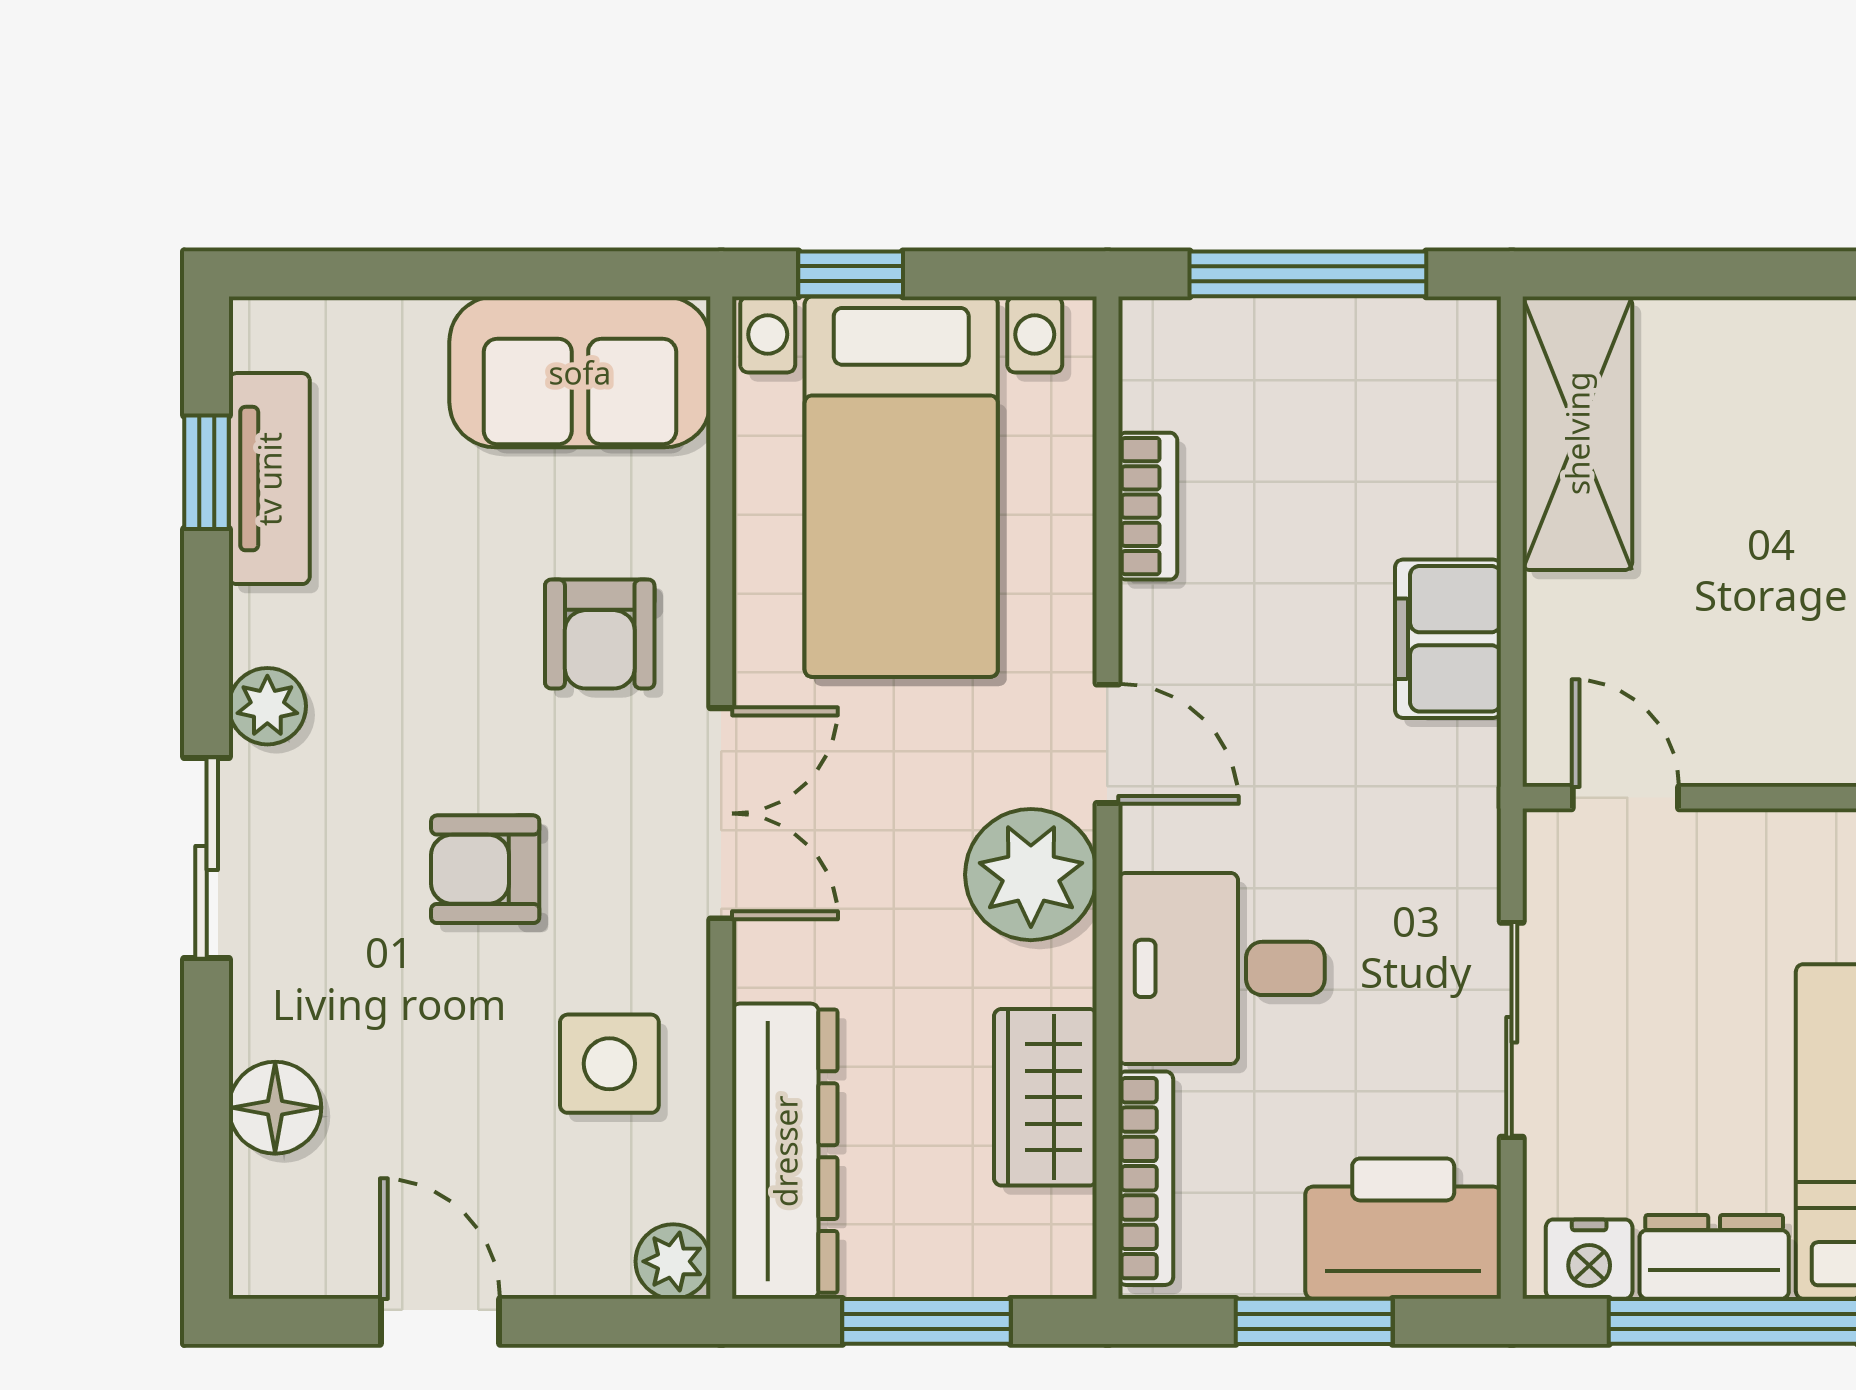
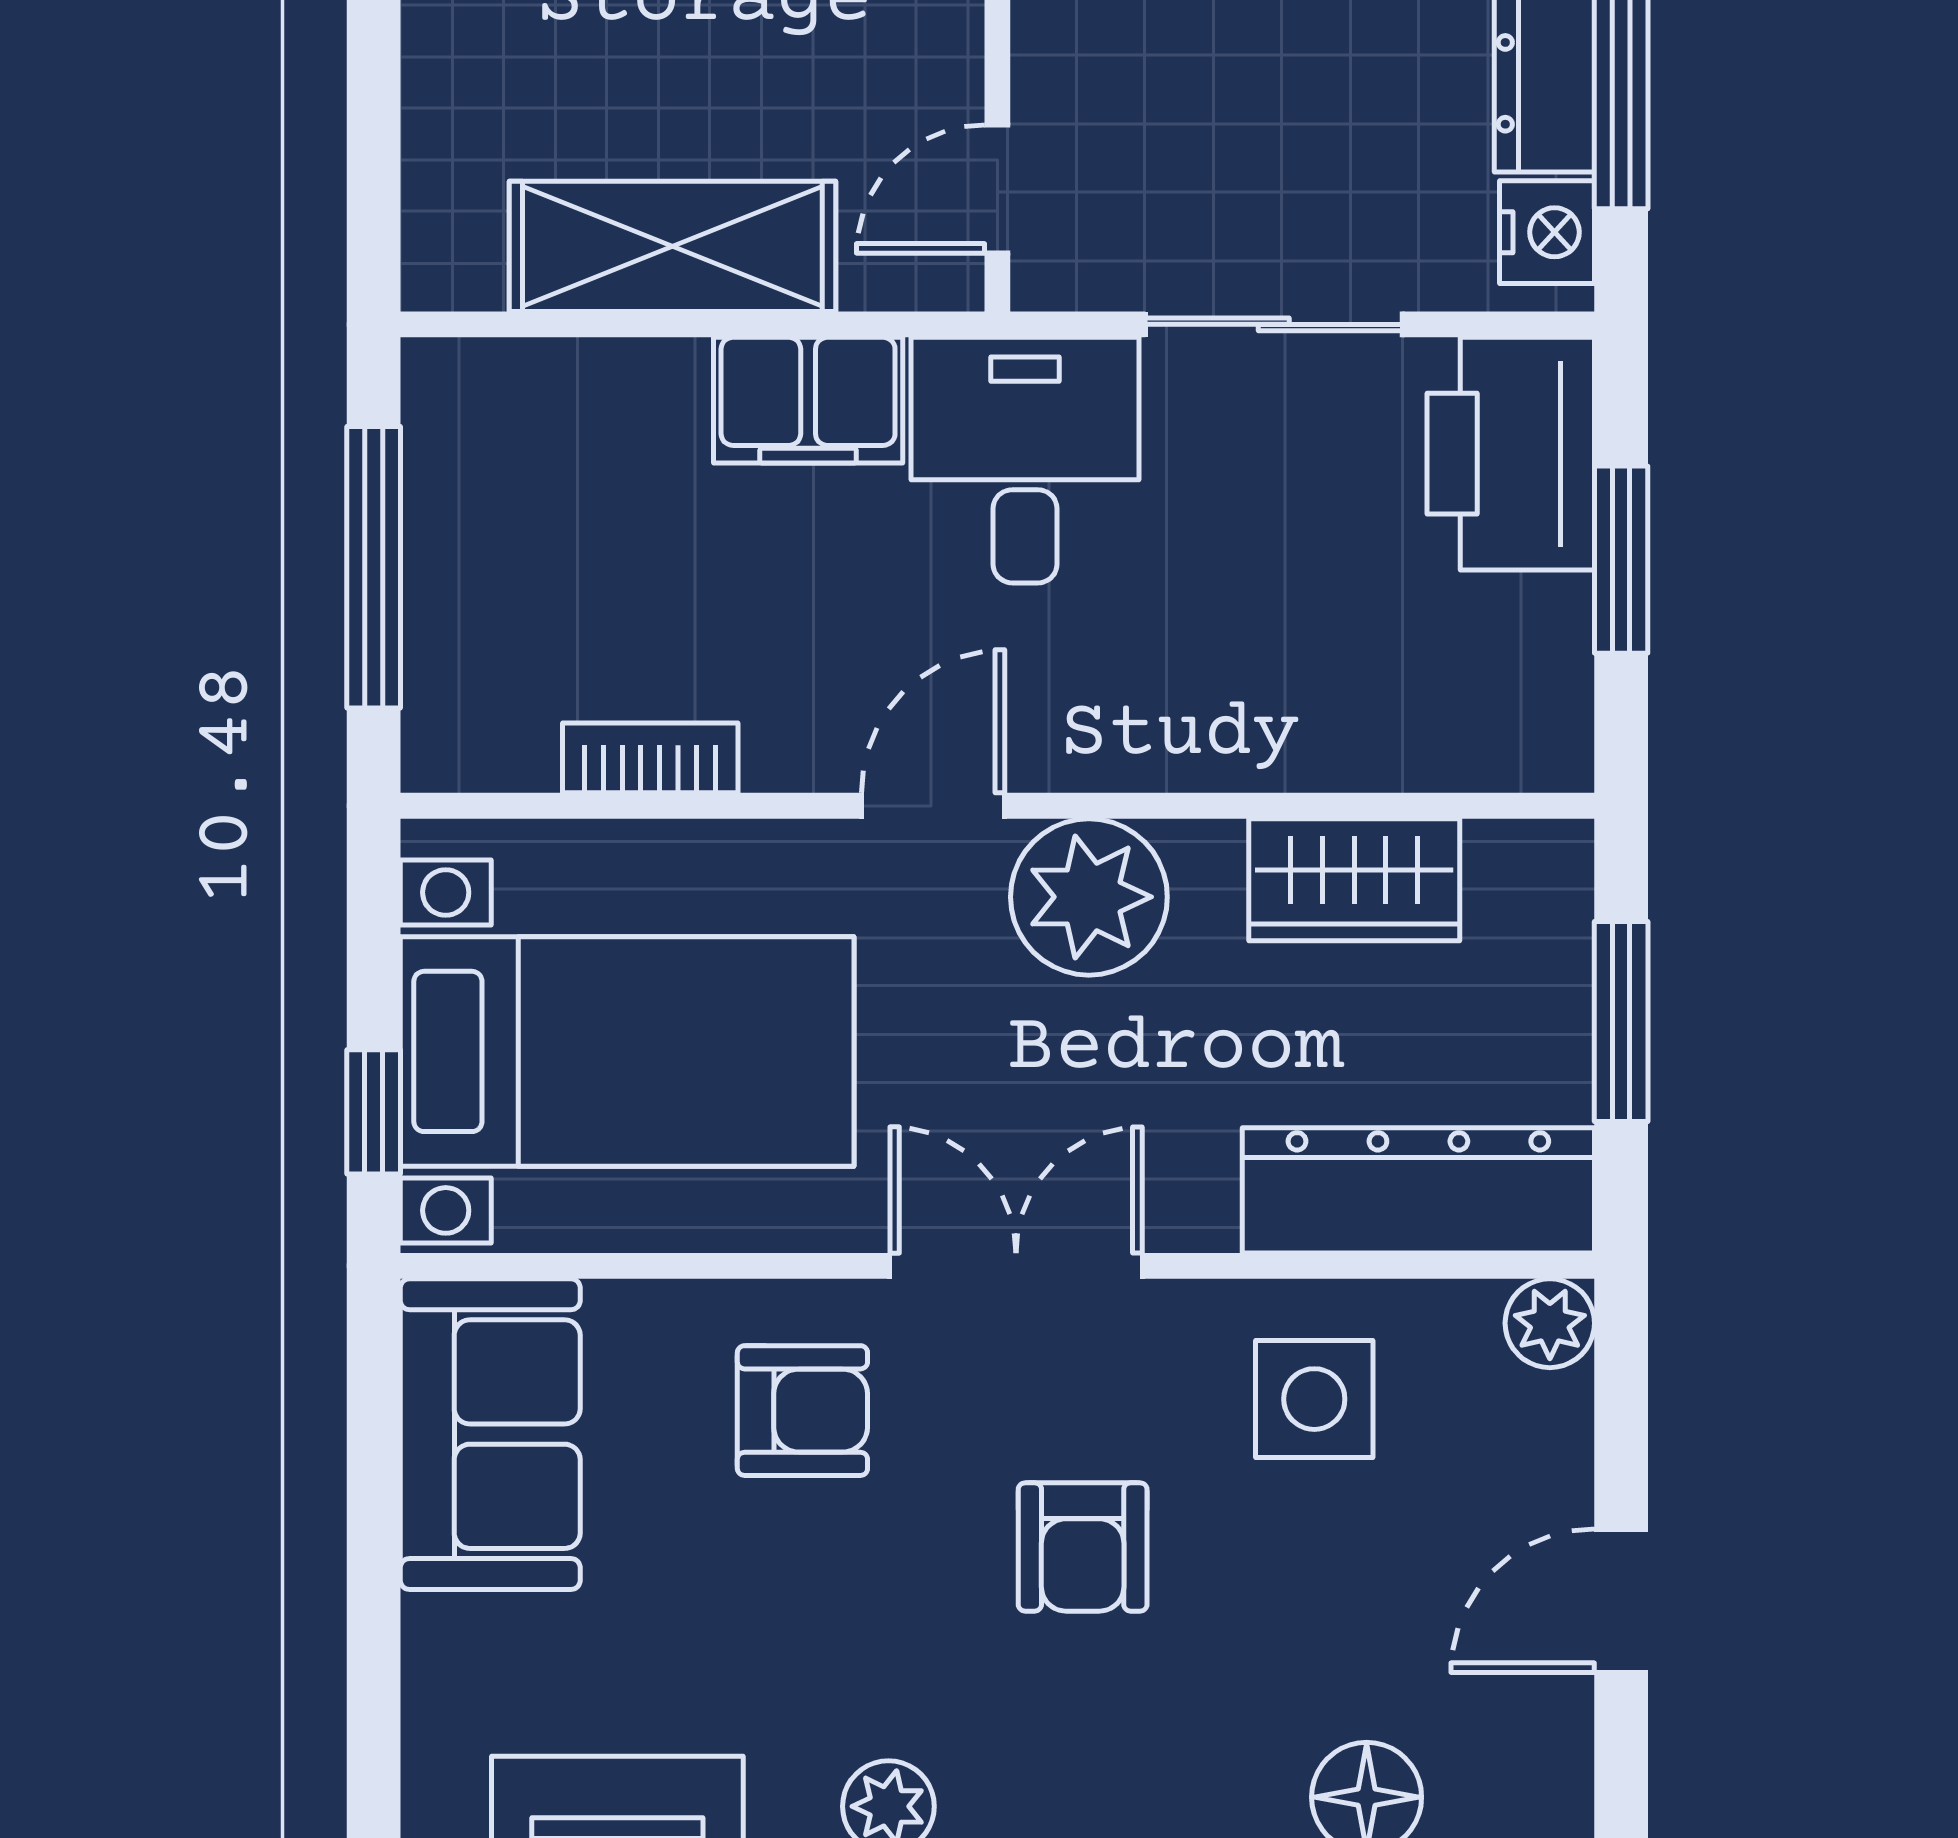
shelving: (1577, 433) -> (672, 246), moved
desk: (1221, 968) -> (1025, 460), moved, turned 180
bookcase: (1146, 1178) -> (1451, 760), removed

